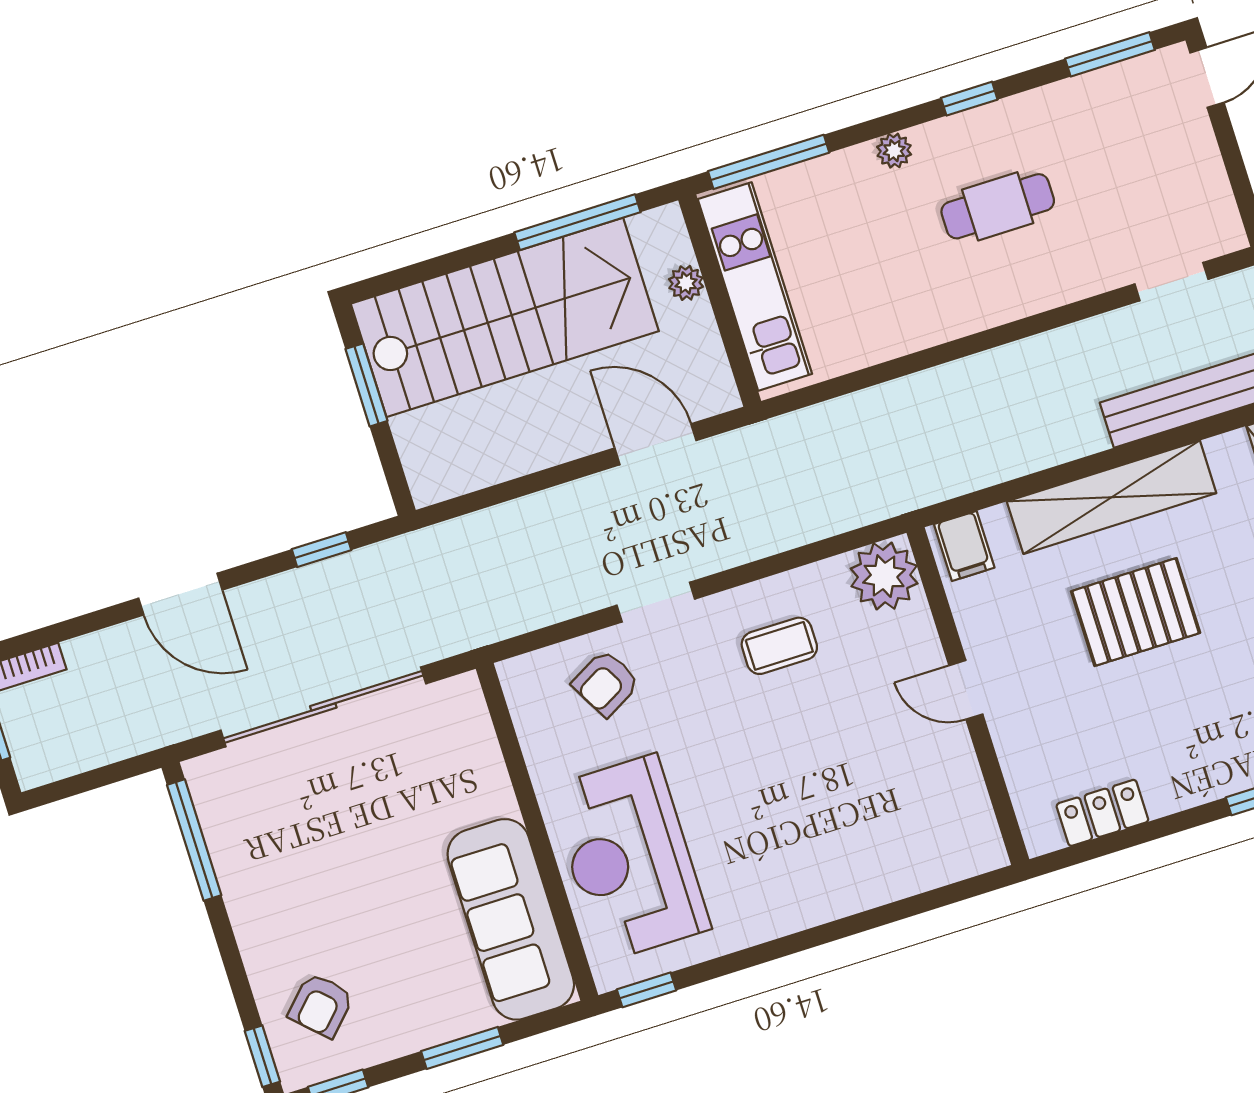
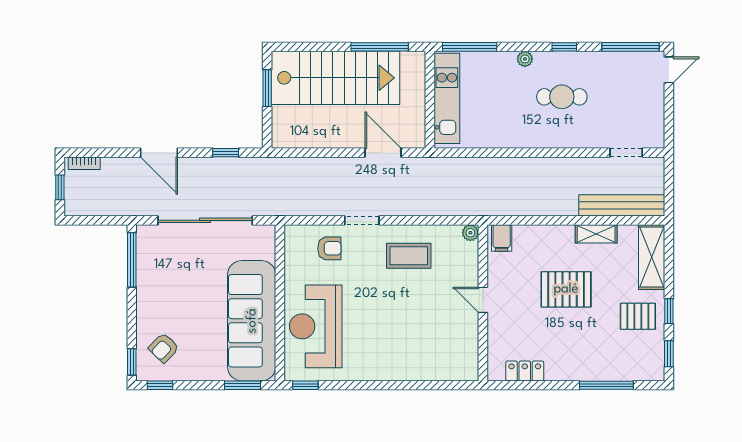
window: (1110, 54) -> (630, 47), width x1.44
plant: (686, 283) -> (418, 88), removed
shelving: (1112, 497) -> (596, 234), width x0.45, depth x0.75
plant: (884, 576) -> (470, 233), width x0.53, depth x0.53
coffee table: (779, 646) -> (409, 256), width x1.36, depth x1.30
armchair: (606, 683) -> (329, 248), turned -151
sofa: (511, 919) -> (252, 321), width x1.36, depth x1.27
window: (462, 1048) -> (242, 385), moved

